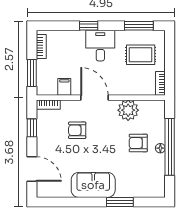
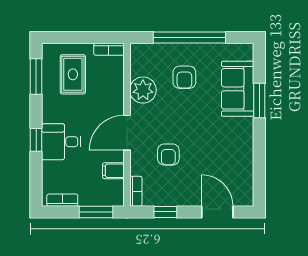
desk: (100, 46) -> (61, 142), moved
floor lamp: (160, 148) -> (191, 49), removed
door: (32, 169) -> (217, 212), hinge flipped
sofa: (93, 185) -> (238, 89), moved

